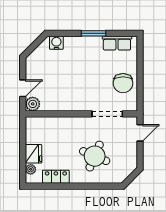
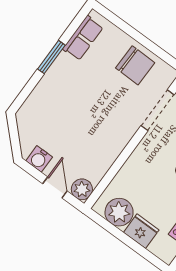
water cooler: (56, 43) -> (39, 159), moved, turned -90
plant: (31, 169) -> (119, 212), moved, width x1.87, depth x1.87

